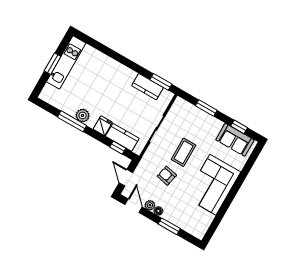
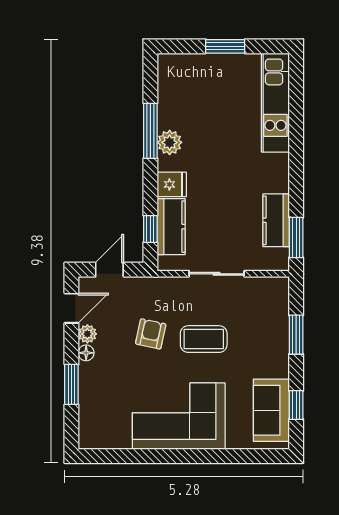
kitchen unit: (66, 62) -> (275, 103), moved, turned 90

